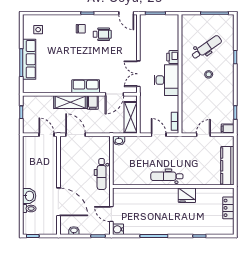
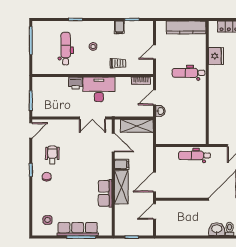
dental chair: (207, 47) -> (66, 49), turned 35
row of seats: (86, 86) -> (105, 193), moved
trolley: (192, 99) -> (118, 63), added
filing cabinet: (228, 129) -> (119, 27), moved
door: (203, 135) -> (154, 52), hinge flipped
washbasin: (119, 141) -> (160, 111), moved
dental chair: (102, 174) -> (194, 155), turned 180
dental chair: (167, 176) -> (188, 73), moved, turned 90
fridge: (187, 195) -> (216, 56), moved

